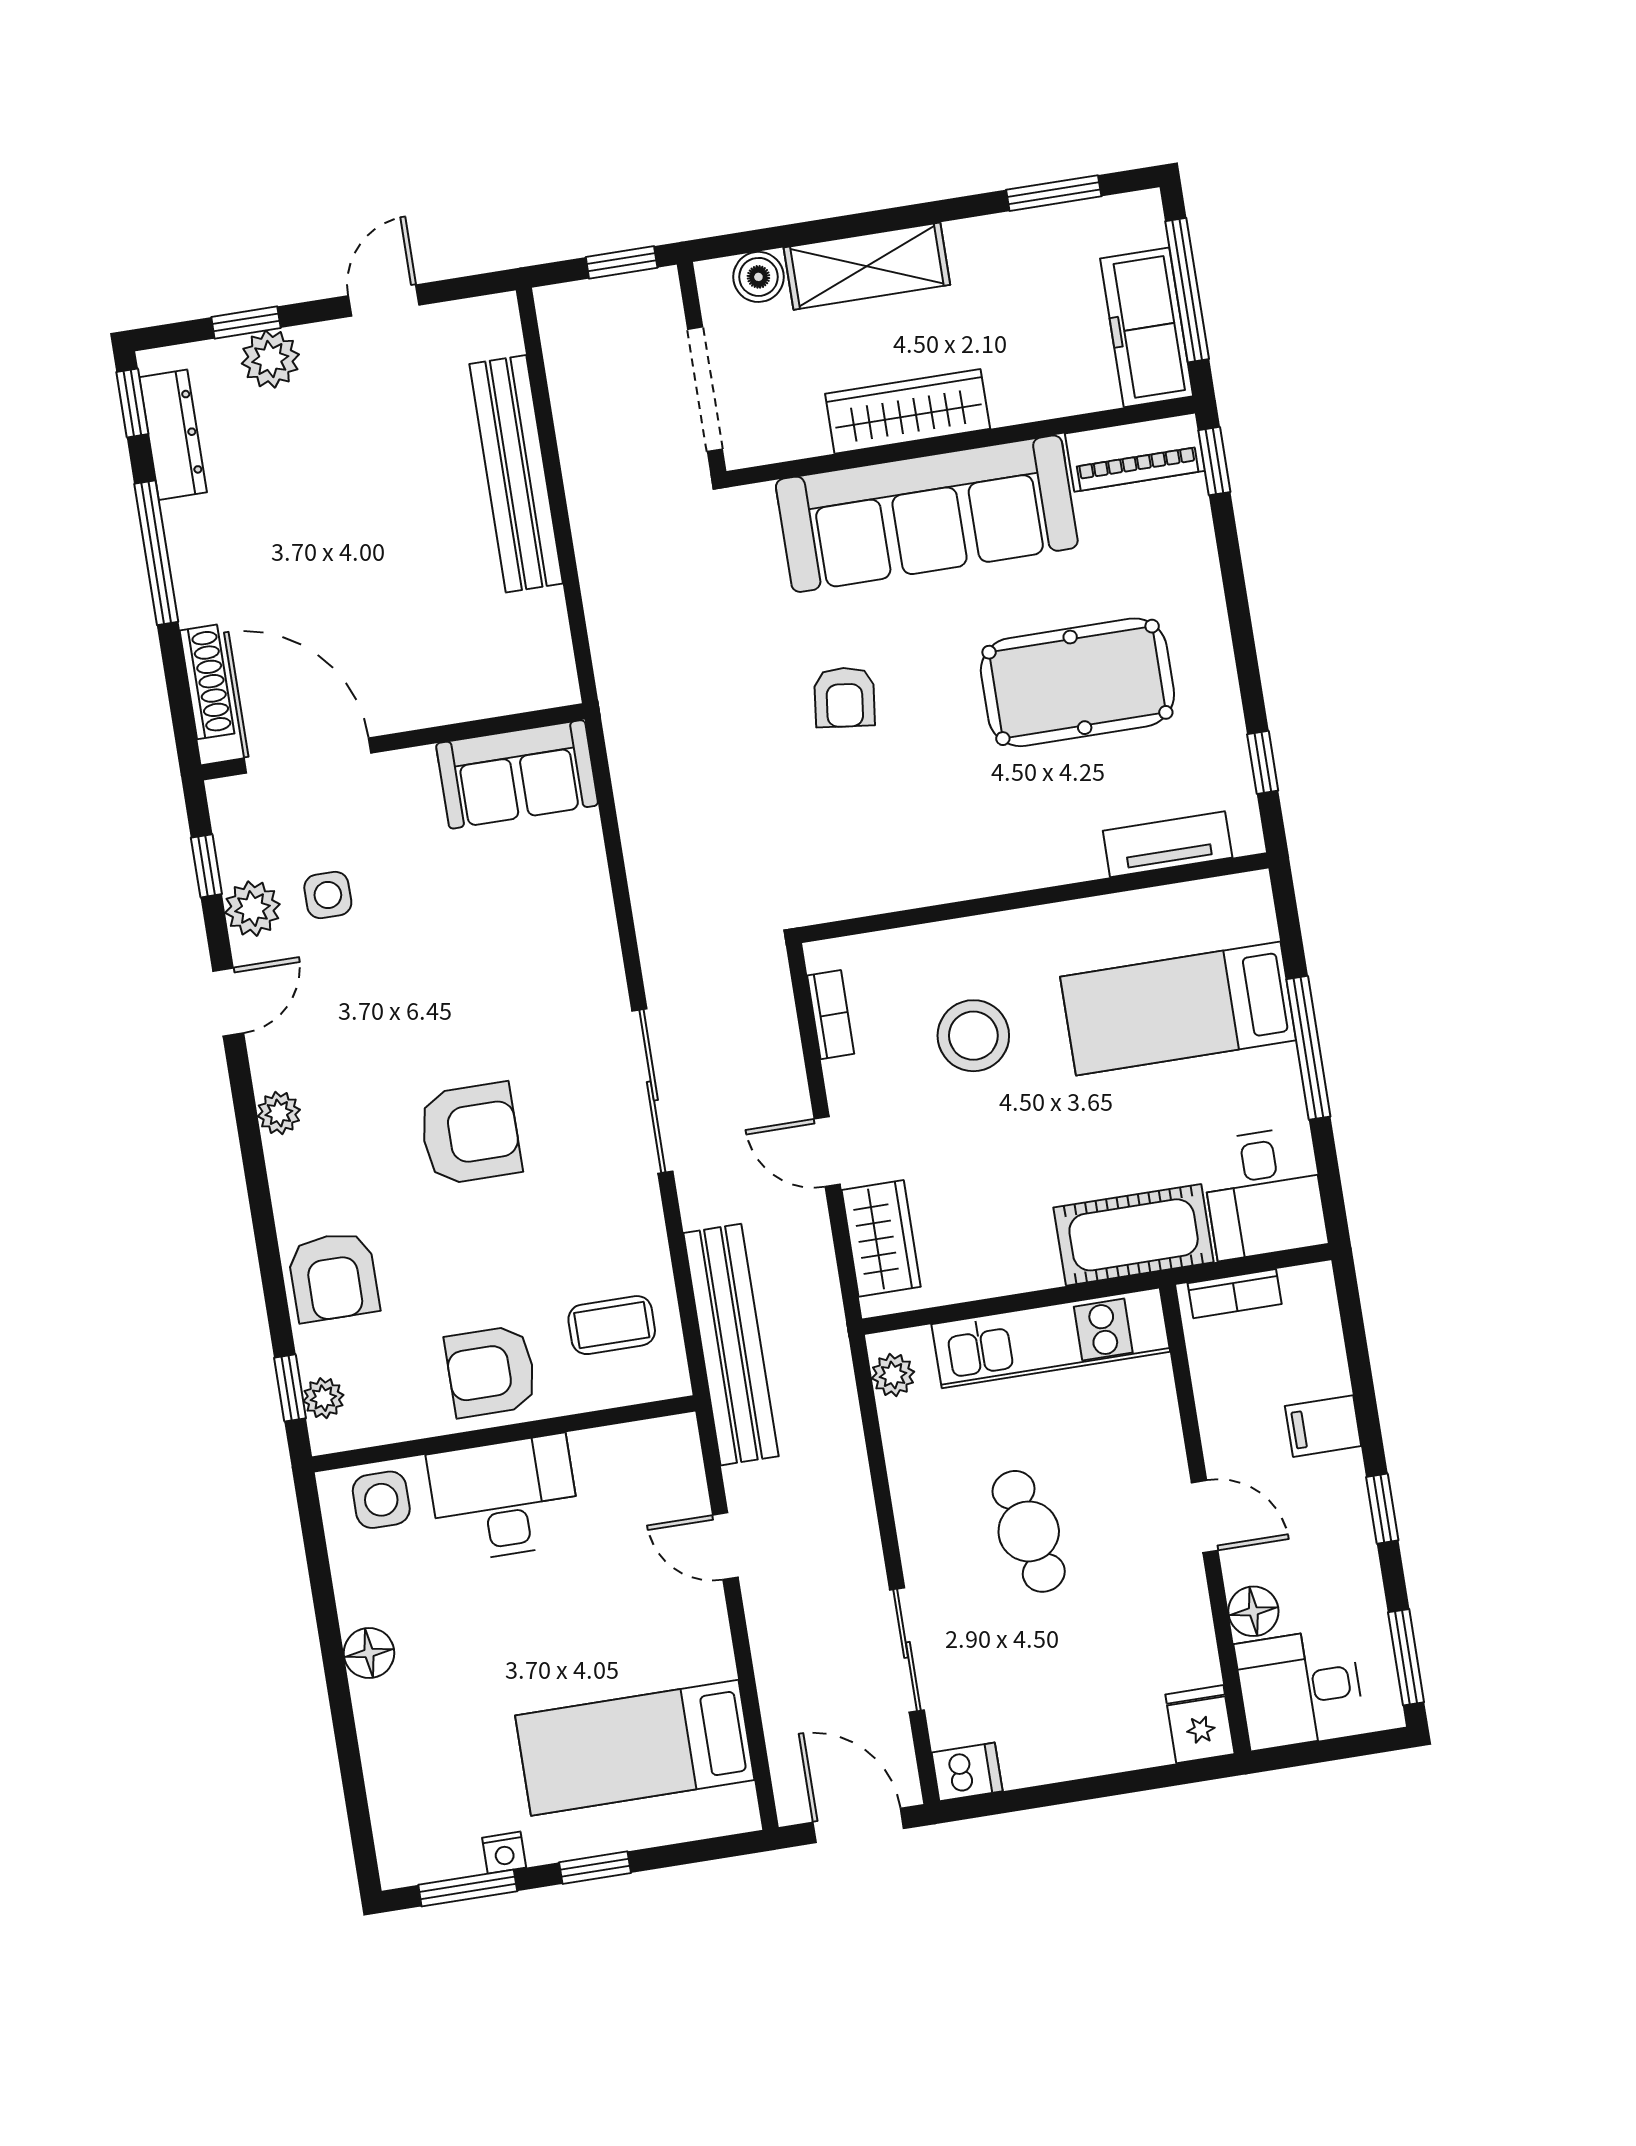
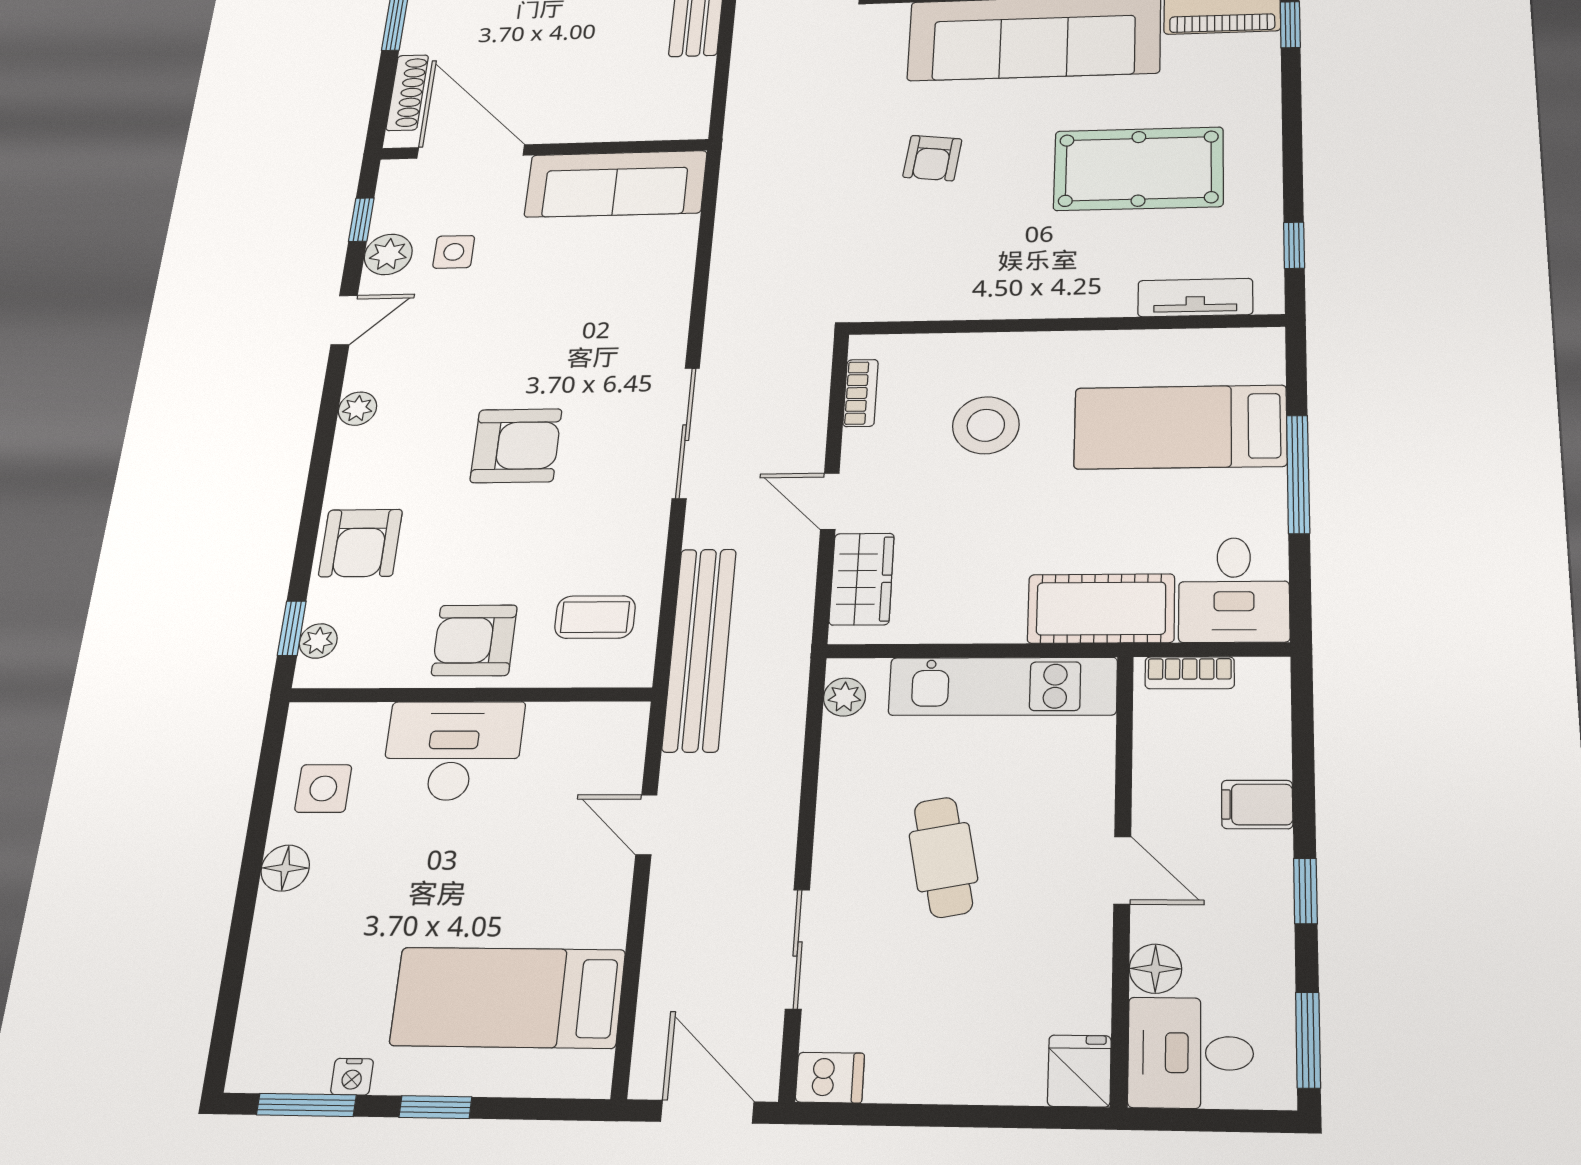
sofa: (517, 774) -> (616, 184), width x1.36
side table: (381, 1500) -> (323, 788), moved

